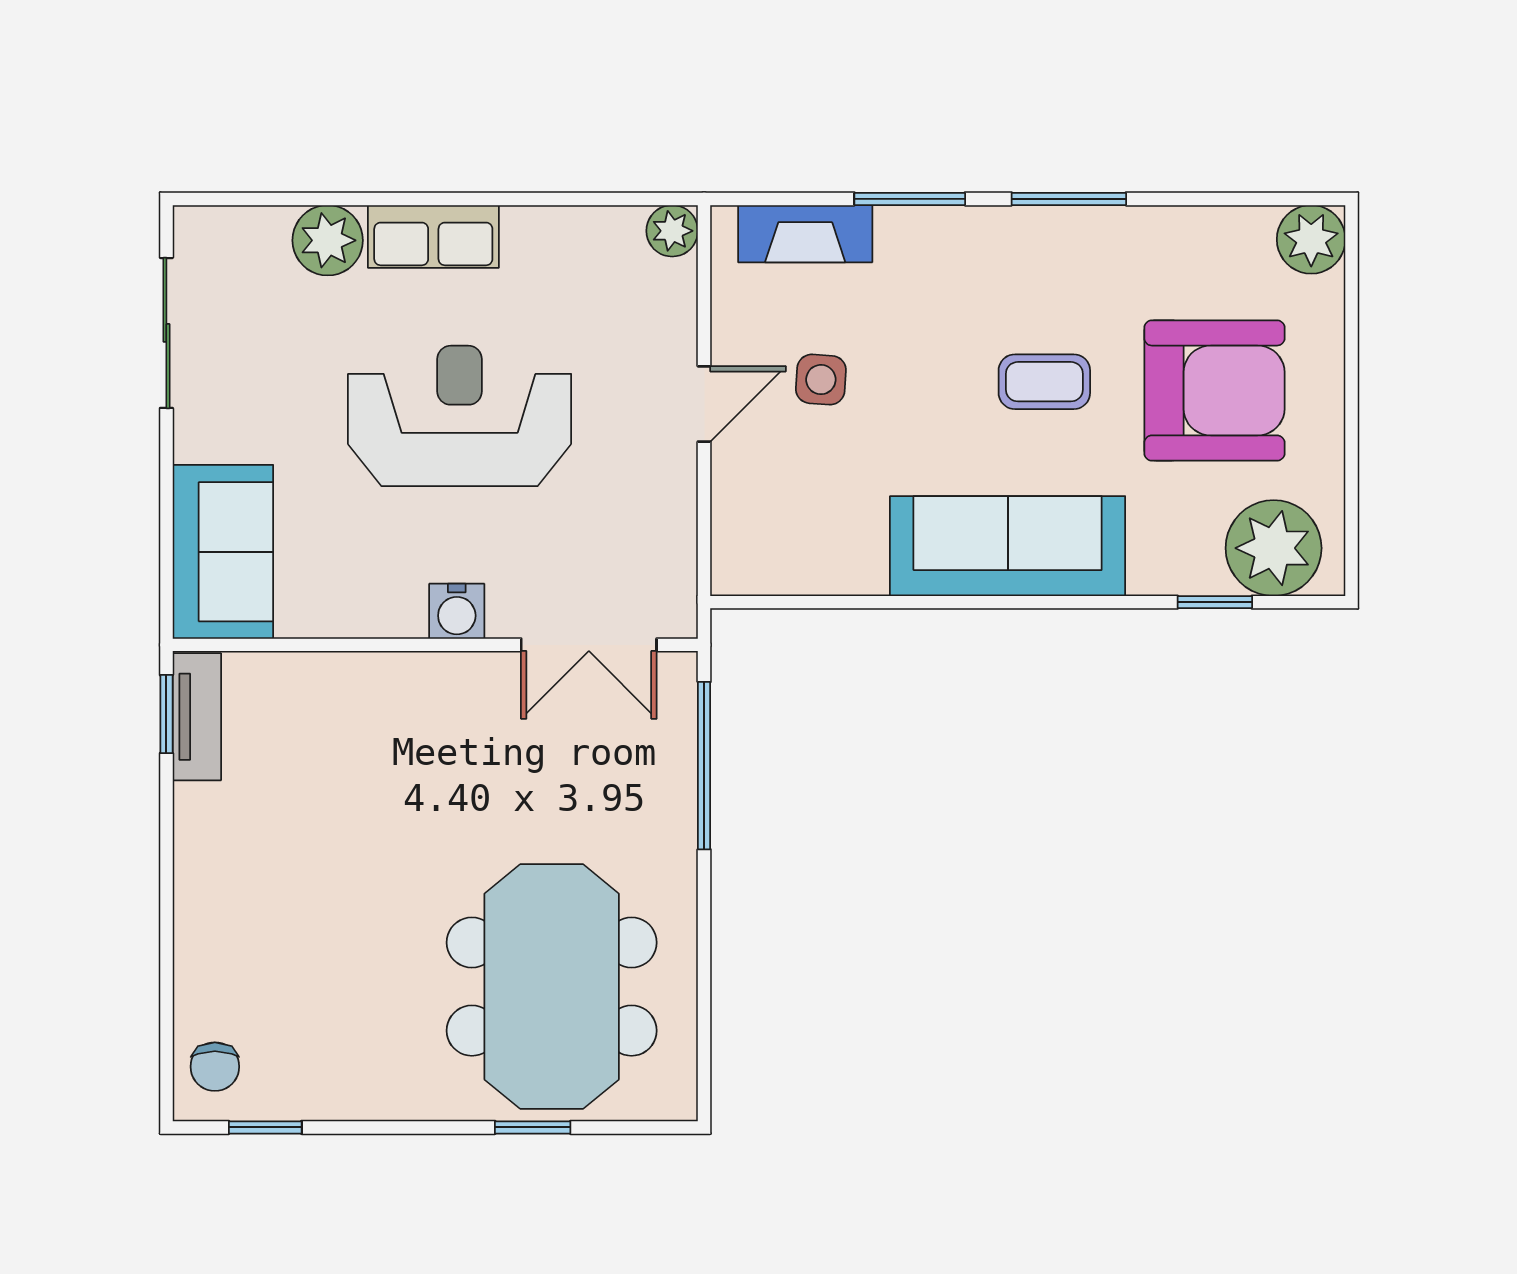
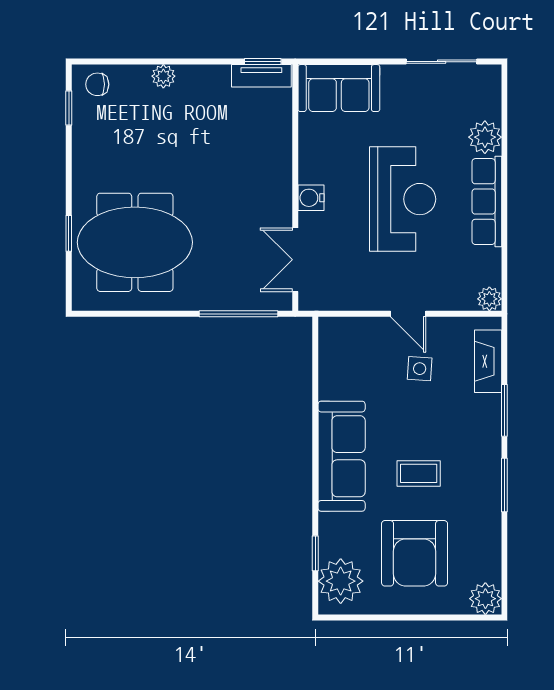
row of seats: (433, 236) -> (487, 202), width x1.48
coffee table: (1044, 382) -> (419, 473), turned 90
plant: (198, 926) -> (163, 76), added

